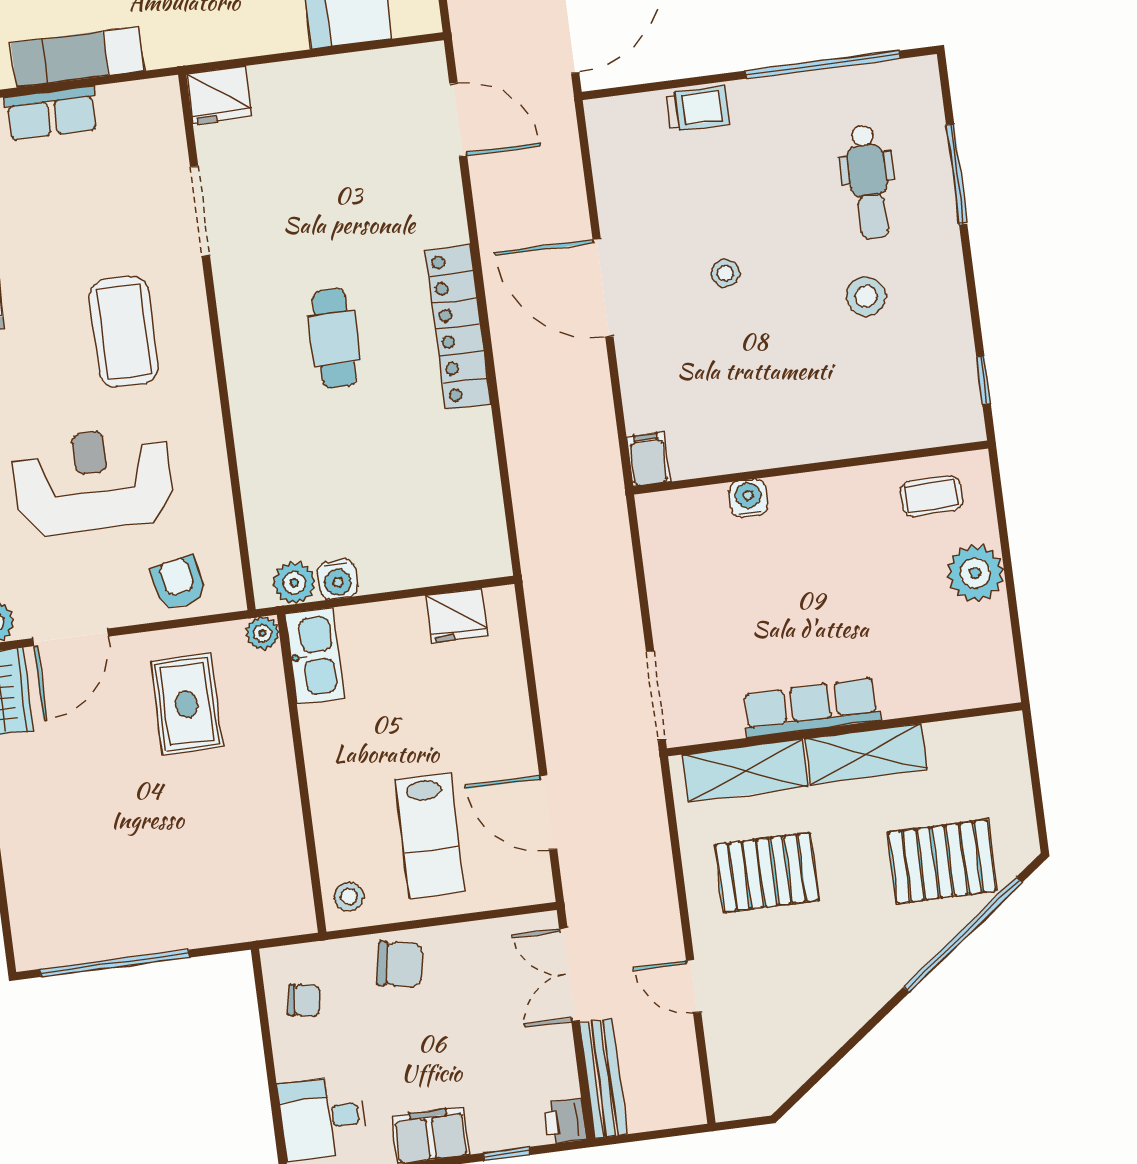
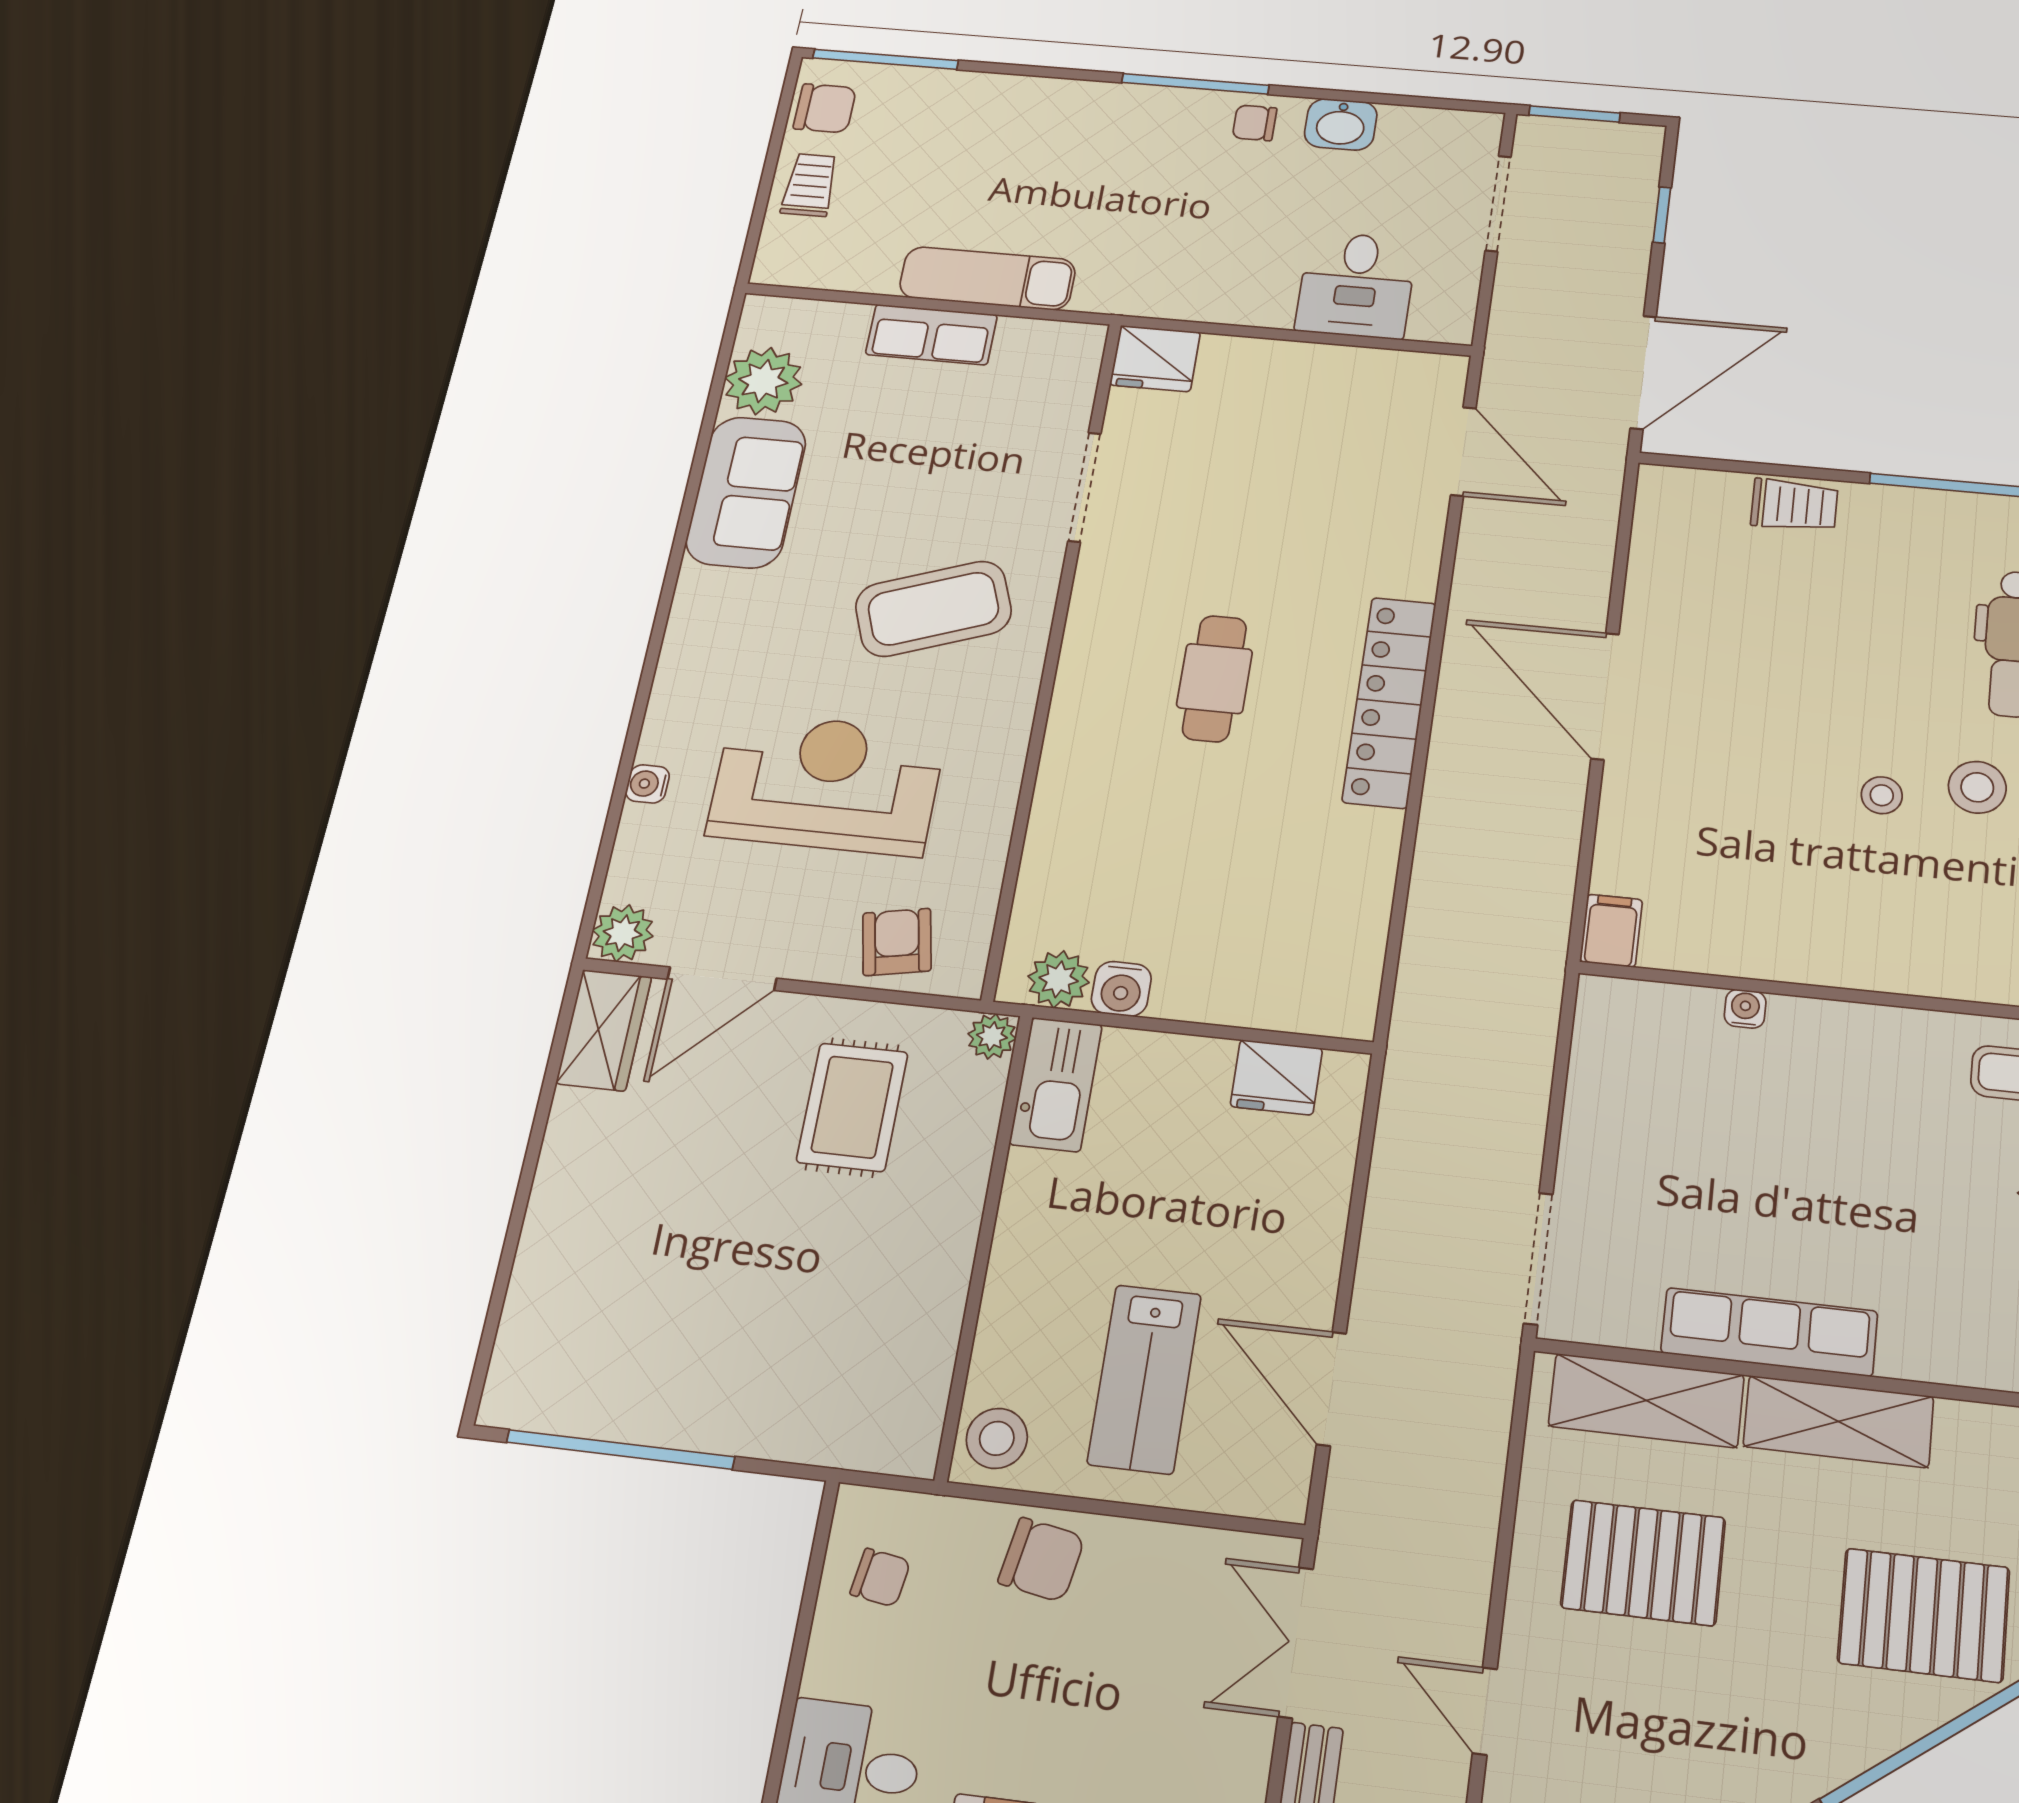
stool: (725, 273) -> (1882, 795), moved
coffee table: (124, 332) -> (933, 609), turned 70
water cooler: (749, 498) -> (1745, 1009), width x0.72, depth x0.72
stool: (349, 896) -> (997, 1438), width x1.37, depth x1.37

